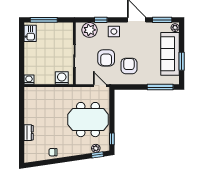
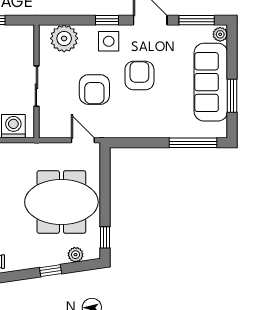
window: (101, 20) -> (107, 20), moved
armchair: (129, 66) -> (139, 76), moved
window: (97, 155) -> (51, 271), moved

